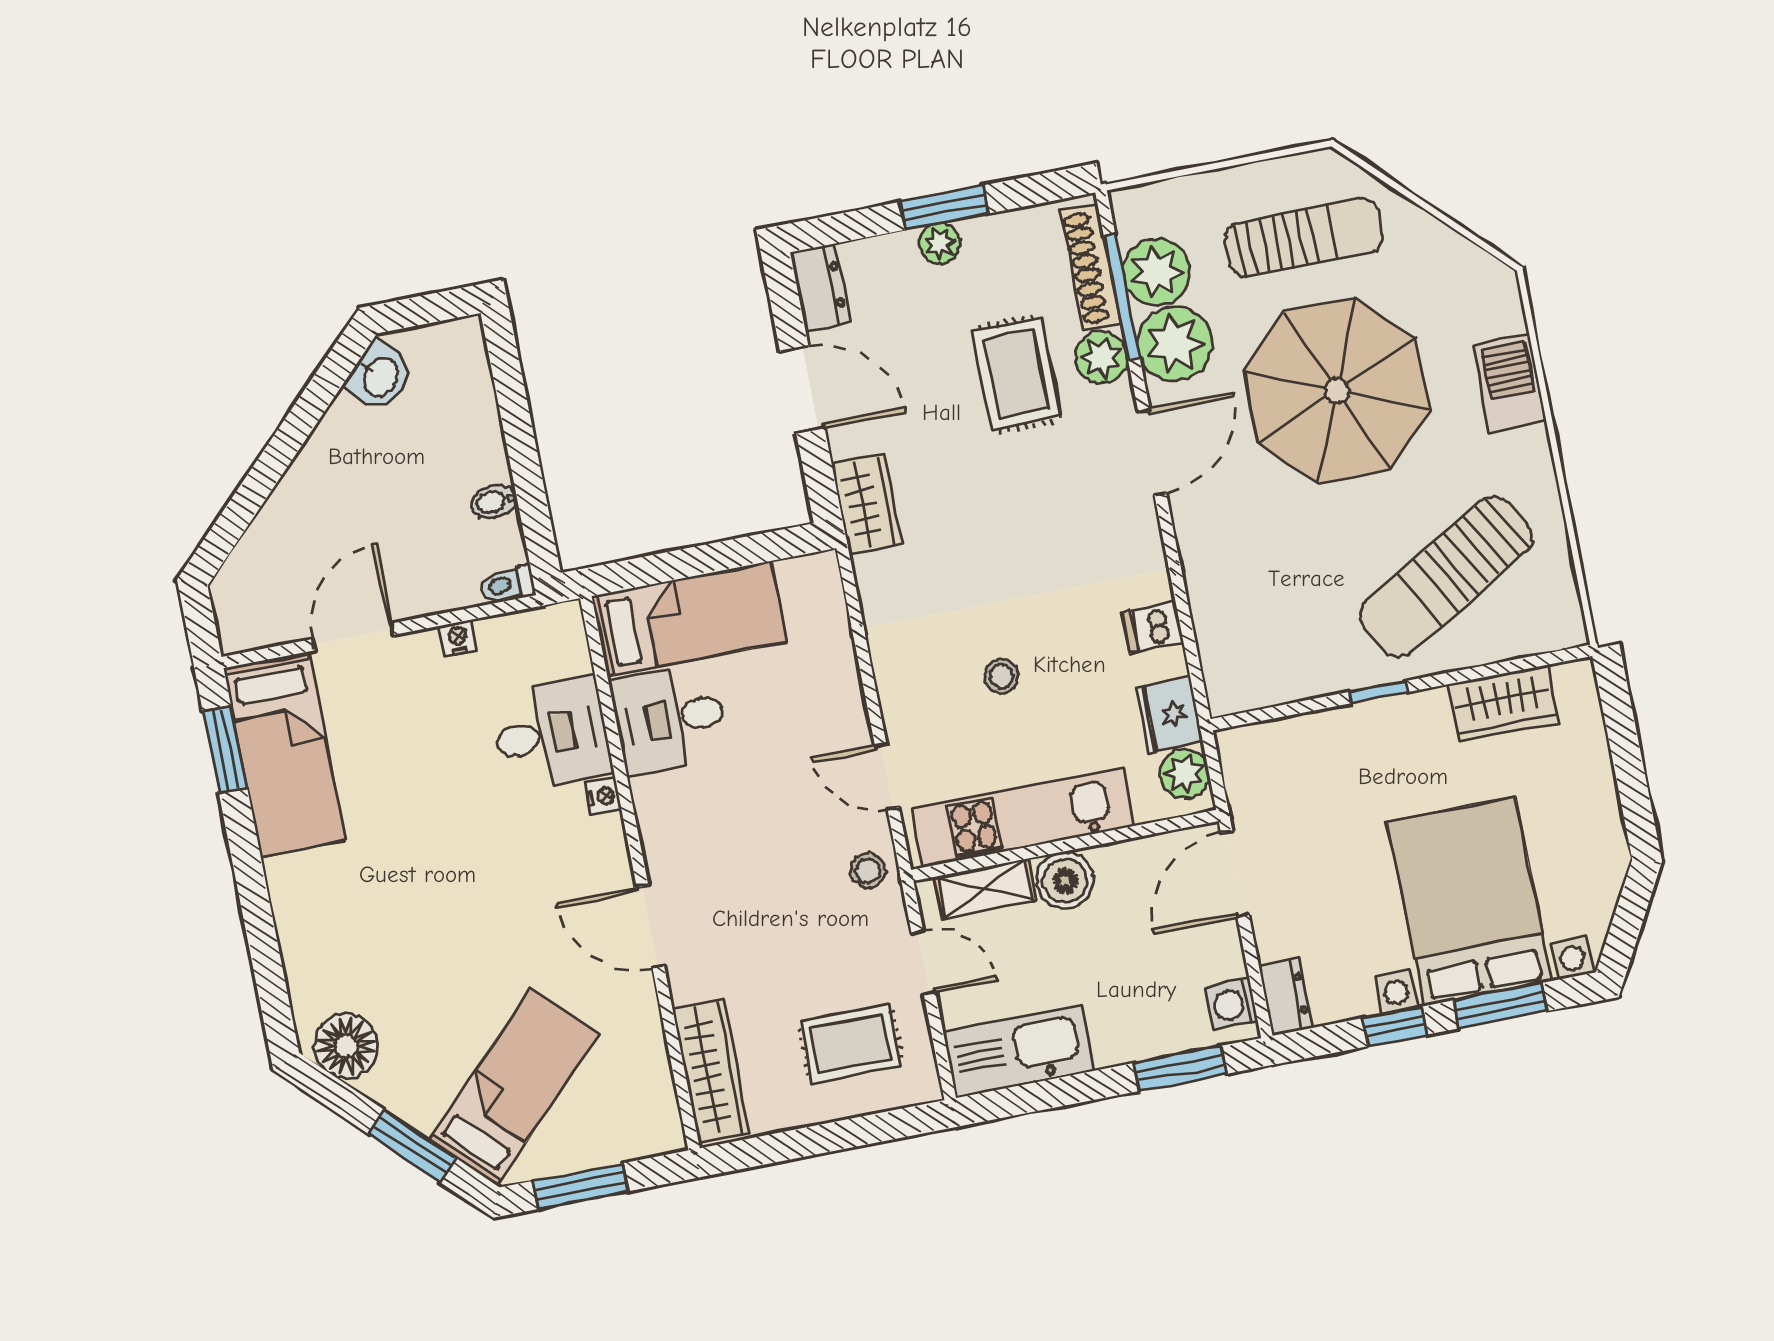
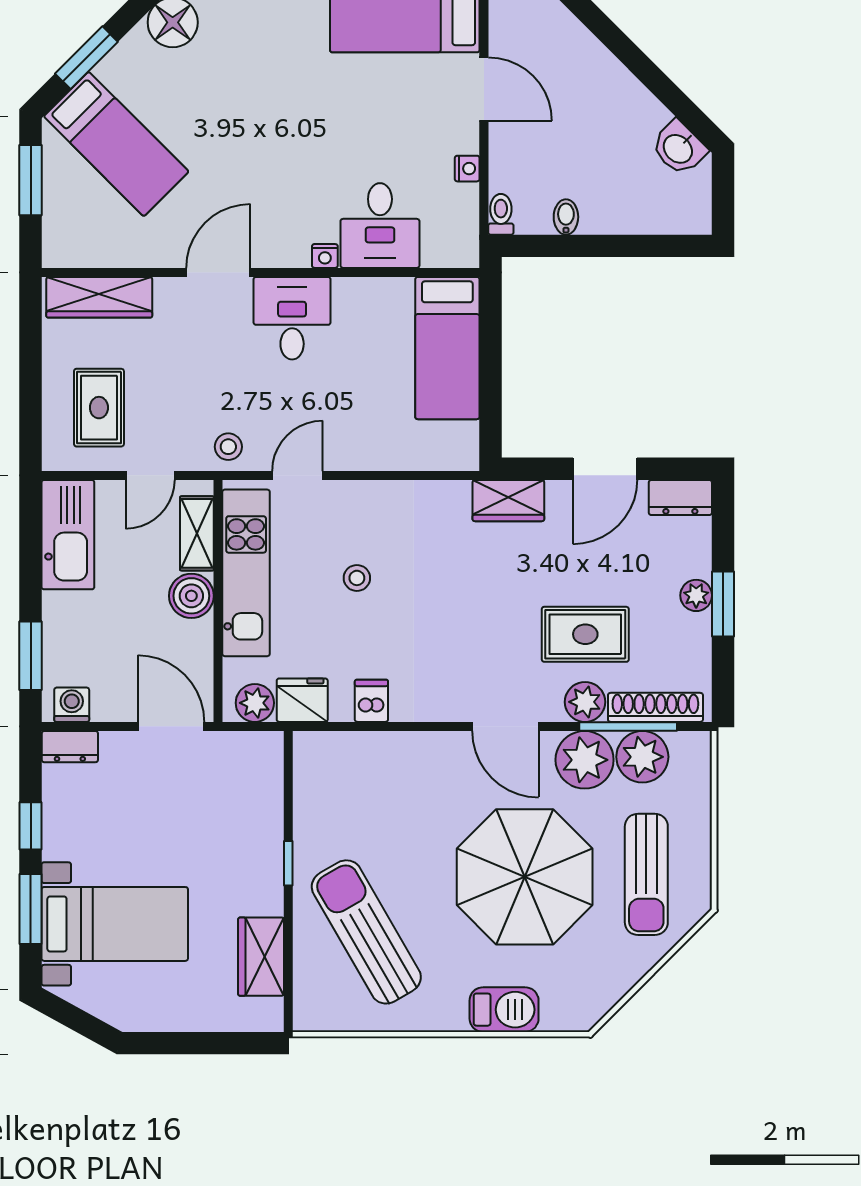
desk: (670, 719) -> (292, 318), moved
bed with nightstands: (1470, 901) -> (115, 924), width x0.73

